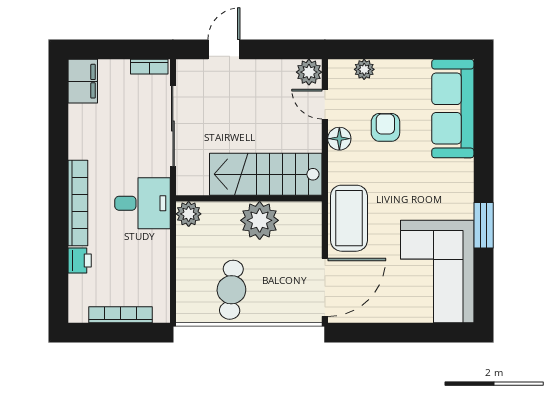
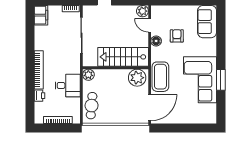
plant: (364, 69) -> (167, 10), removed
sofa: (453, 109) -> (207, 22), width x0.73
desk: (142, 203) -> (68, 85), moved
plant: (260, 220) -> (137, 78), moved
corner sofa: (437, 271) -> (200, 80), moved
cafe table: (231, 290) -> (92, 106), moved

